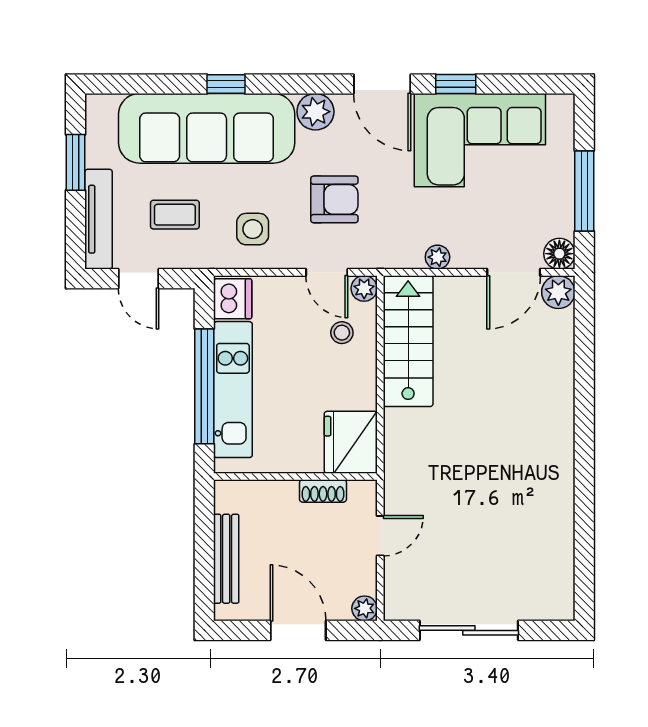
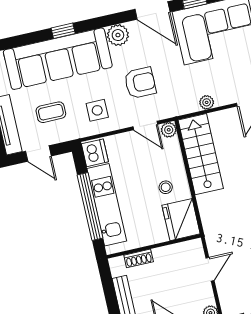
stool: (342, 333) -> (166, 187), moved
shoe rack: (323, 491) -> (139, 258), moved

